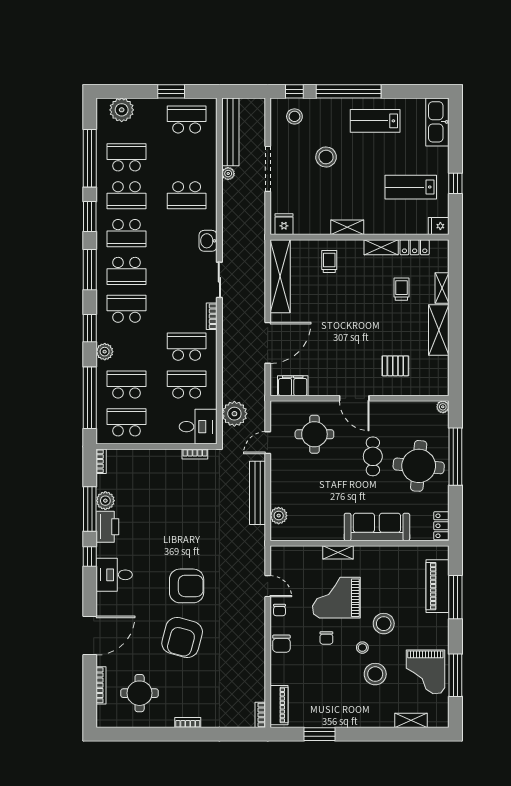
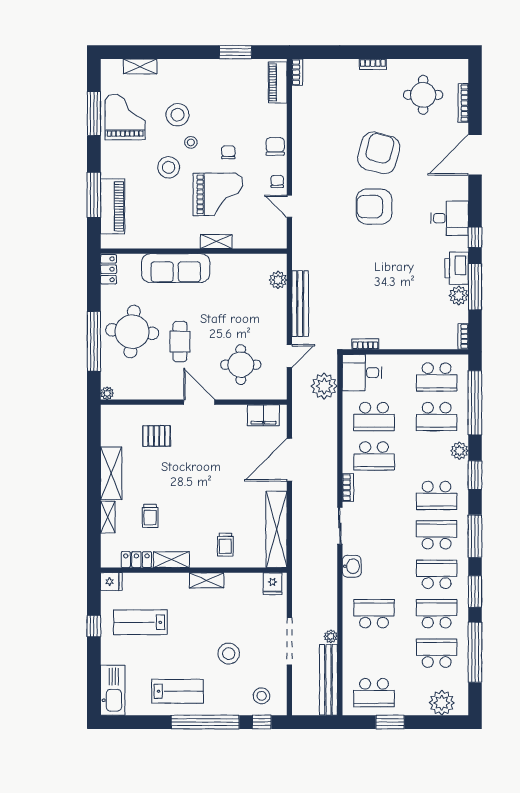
school desk: (127, 157) -> (437, 653), turned 180
lab bench: (411, 187) -> (140, 622), turned 180

